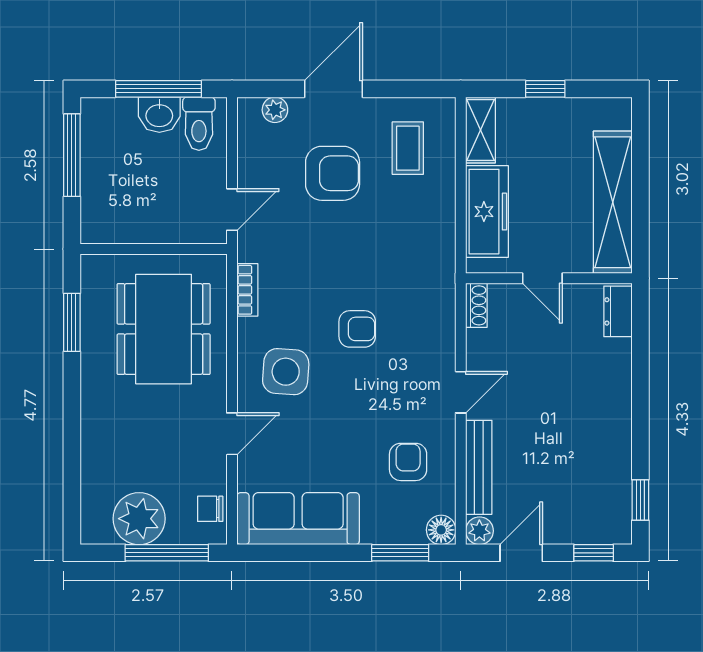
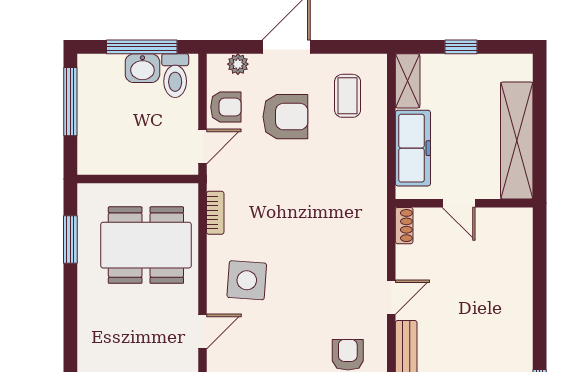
dresser: (618, 311) -> (521, 231), removed
dining table: (164, 329) -> (146, 245), turned 90
armchair: (357, 329) -> (226, 107), moved

